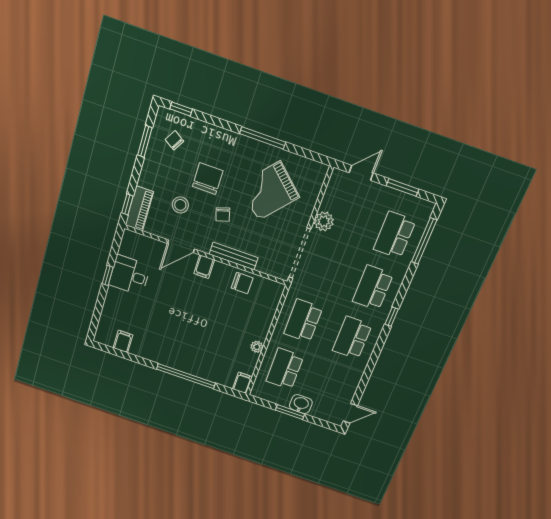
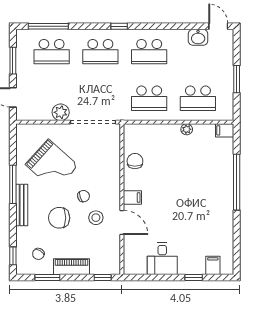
stool: (180, 205) -> (96, 218), moved
piano: (139, 208) -> (72, 267), moved
bench: (234, 256) -> (22, 205), moved
window: (108, 276) -> (194, 278), moved
filing cabinet: (123, 341) -> (213, 265), moved, turned 90
washbasin: (301, 404) -> (198, 37), moved, turned -90

